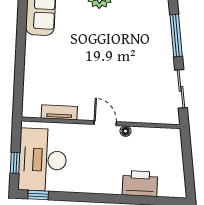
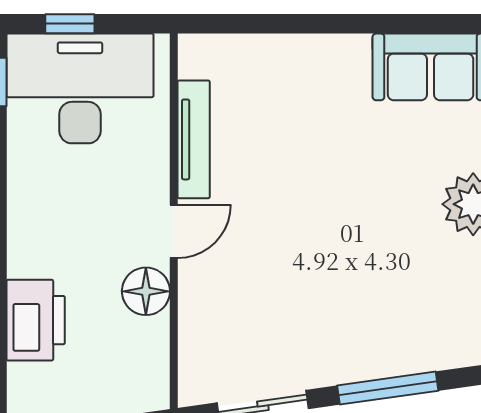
tv unit: (59, 112) -> (194, 139), width x1.41
floor lamp: (125, 131) -> (146, 291), width x1.89, depth x1.89

